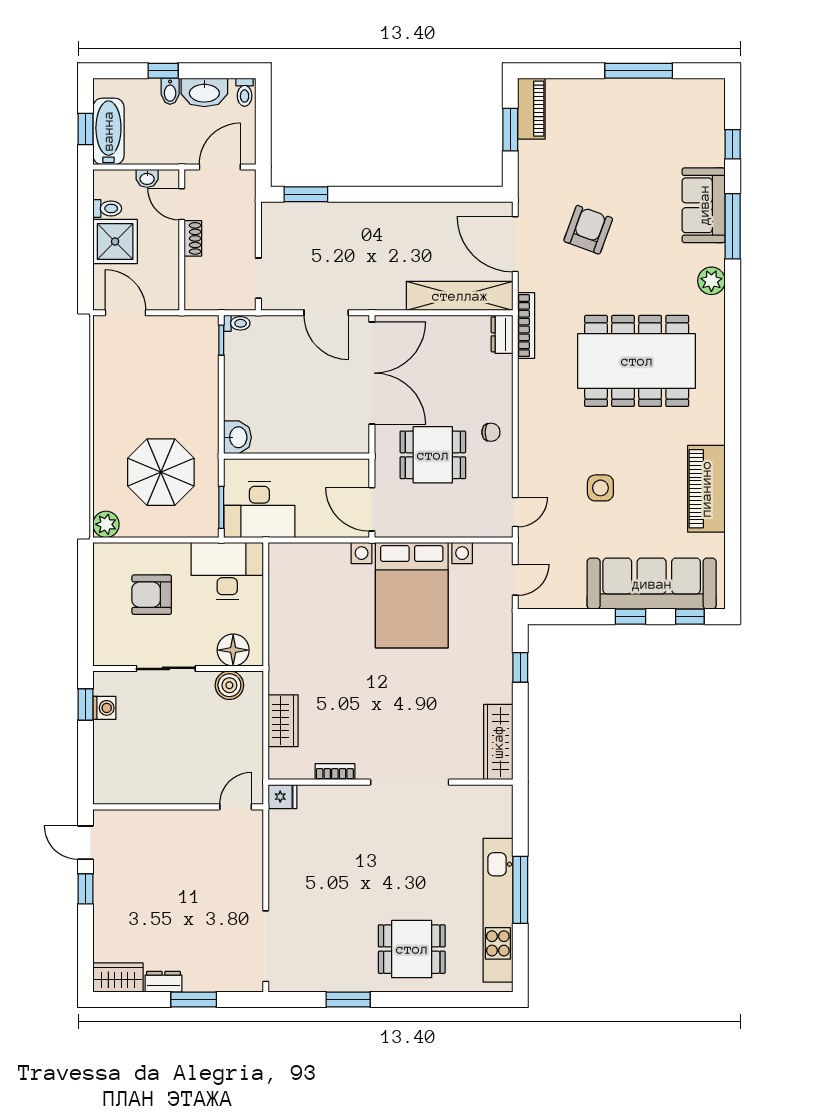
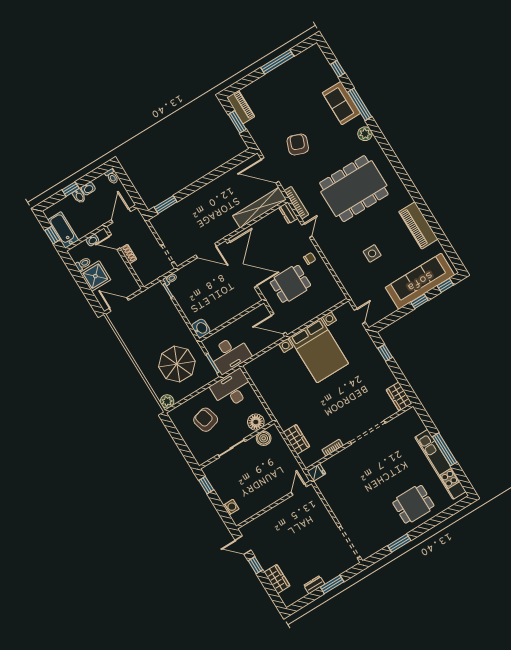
washbasin: (204, 92) -> (88, 188), width x0.52, depth x0.69
door: (515, 512) -> (307, 230), moved
armchair: (152, 595) -> (206, 420), turned 75
washing machine: (104, 708) -> (231, 507), moved
wardrobe: (498, 742) -> (399, 397), width x0.67
wardrobe: (118, 977) -> (277, 579), moved, turned 90

